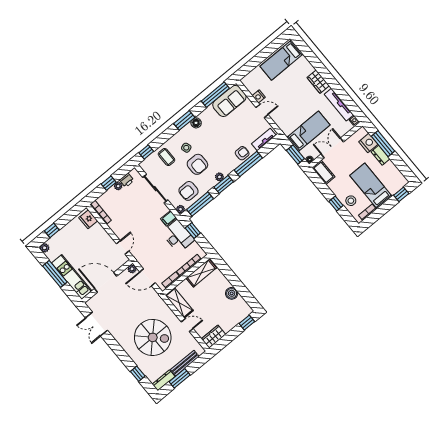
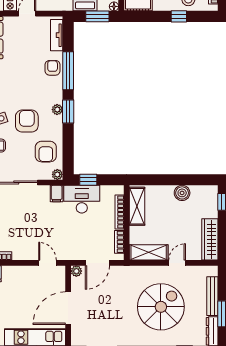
armchair: (197, 164) -> (27, 121), turned -90
window: (200, 204) -> (68, 151), removed
wardrobe: (213, 337) -> (210, 239), width x1.50

